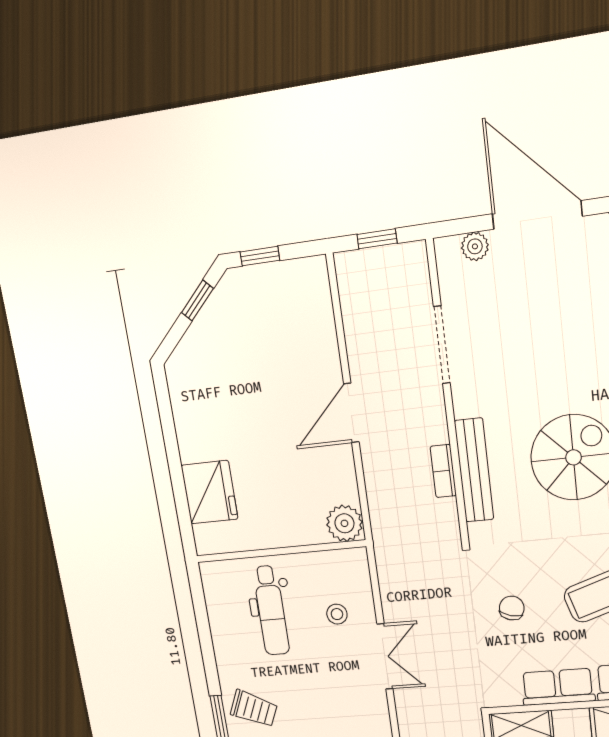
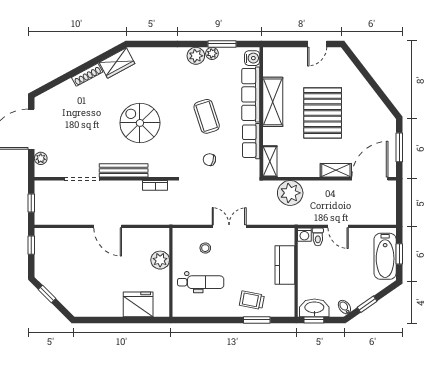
window: (260, 256) -> (31, 245), moved
bench: (474, 470) -> (124, 170), moved
bookcase: (443, 471) -> (155, 185), moved
plant: (344, 523) -> (160, 260), moved
trolley: (254, 709) -> (252, 300), turned -103

